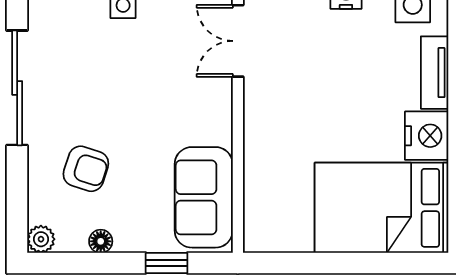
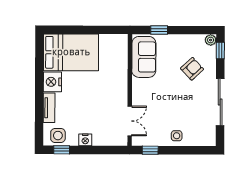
armchair: (86, 169) -> (192, 69), turned 119
window: (17, 214) -> (220, 50), added
floor lamp: (101, 241) -> (186, 39), removed

